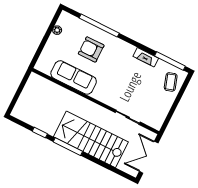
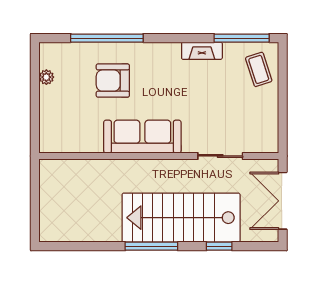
sofa: (74, 77) -> (142, 137), moved
window: (40, 133) -> (219, 246), moved

